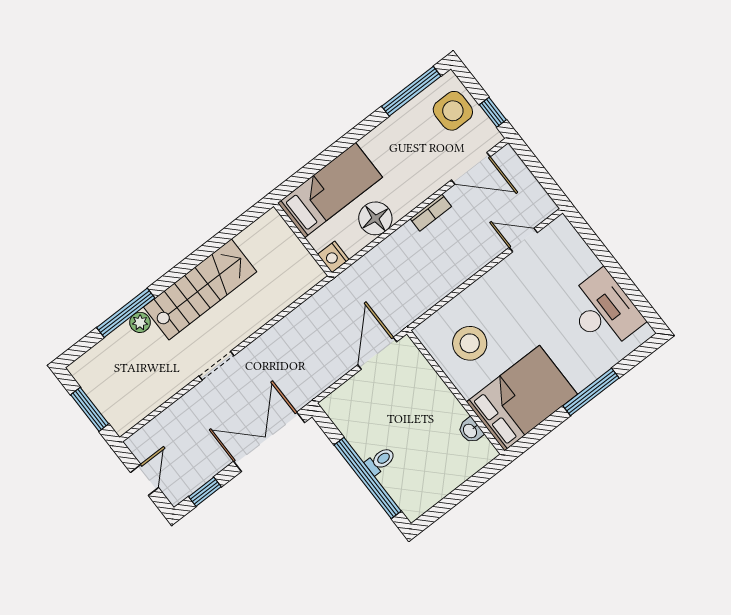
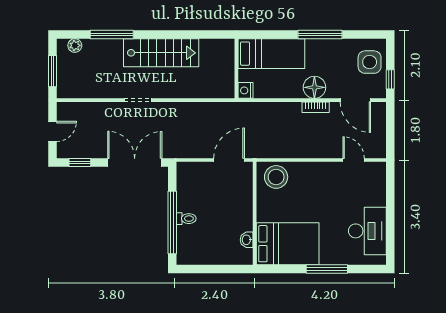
window: (411, 91) -> (320, 34), moved
floor lamp: (375, 218) -> (314, 87), moved
plant: (140, 322) -> (75, 45), moved
stool: (470, 343) -> (276, 177), moved

